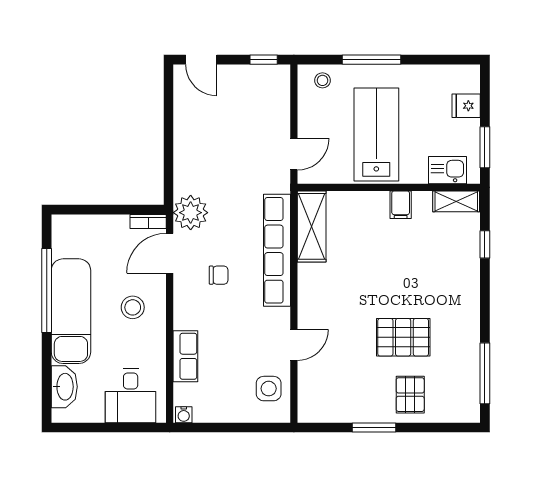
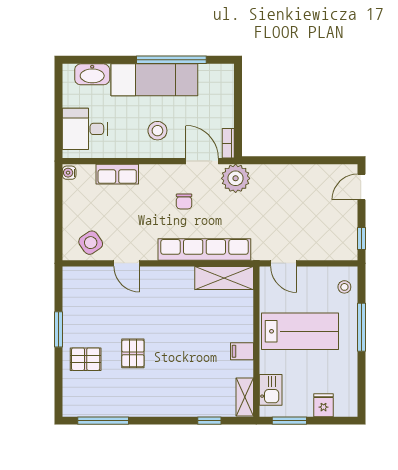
pallet: (403, 337) -> (133, 353), width x0.67, depth x0.71
side table: (269, 389) -> (91, 243), turned -34

